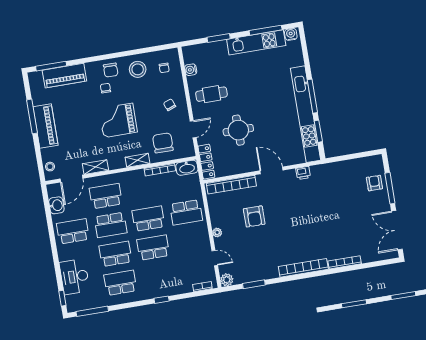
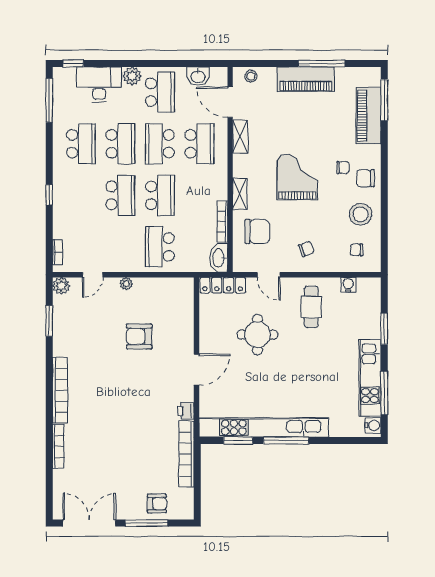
bookcase: (231, 185) -> (186, 454), moved
plant: (64, 254) -> (132, 76), added

